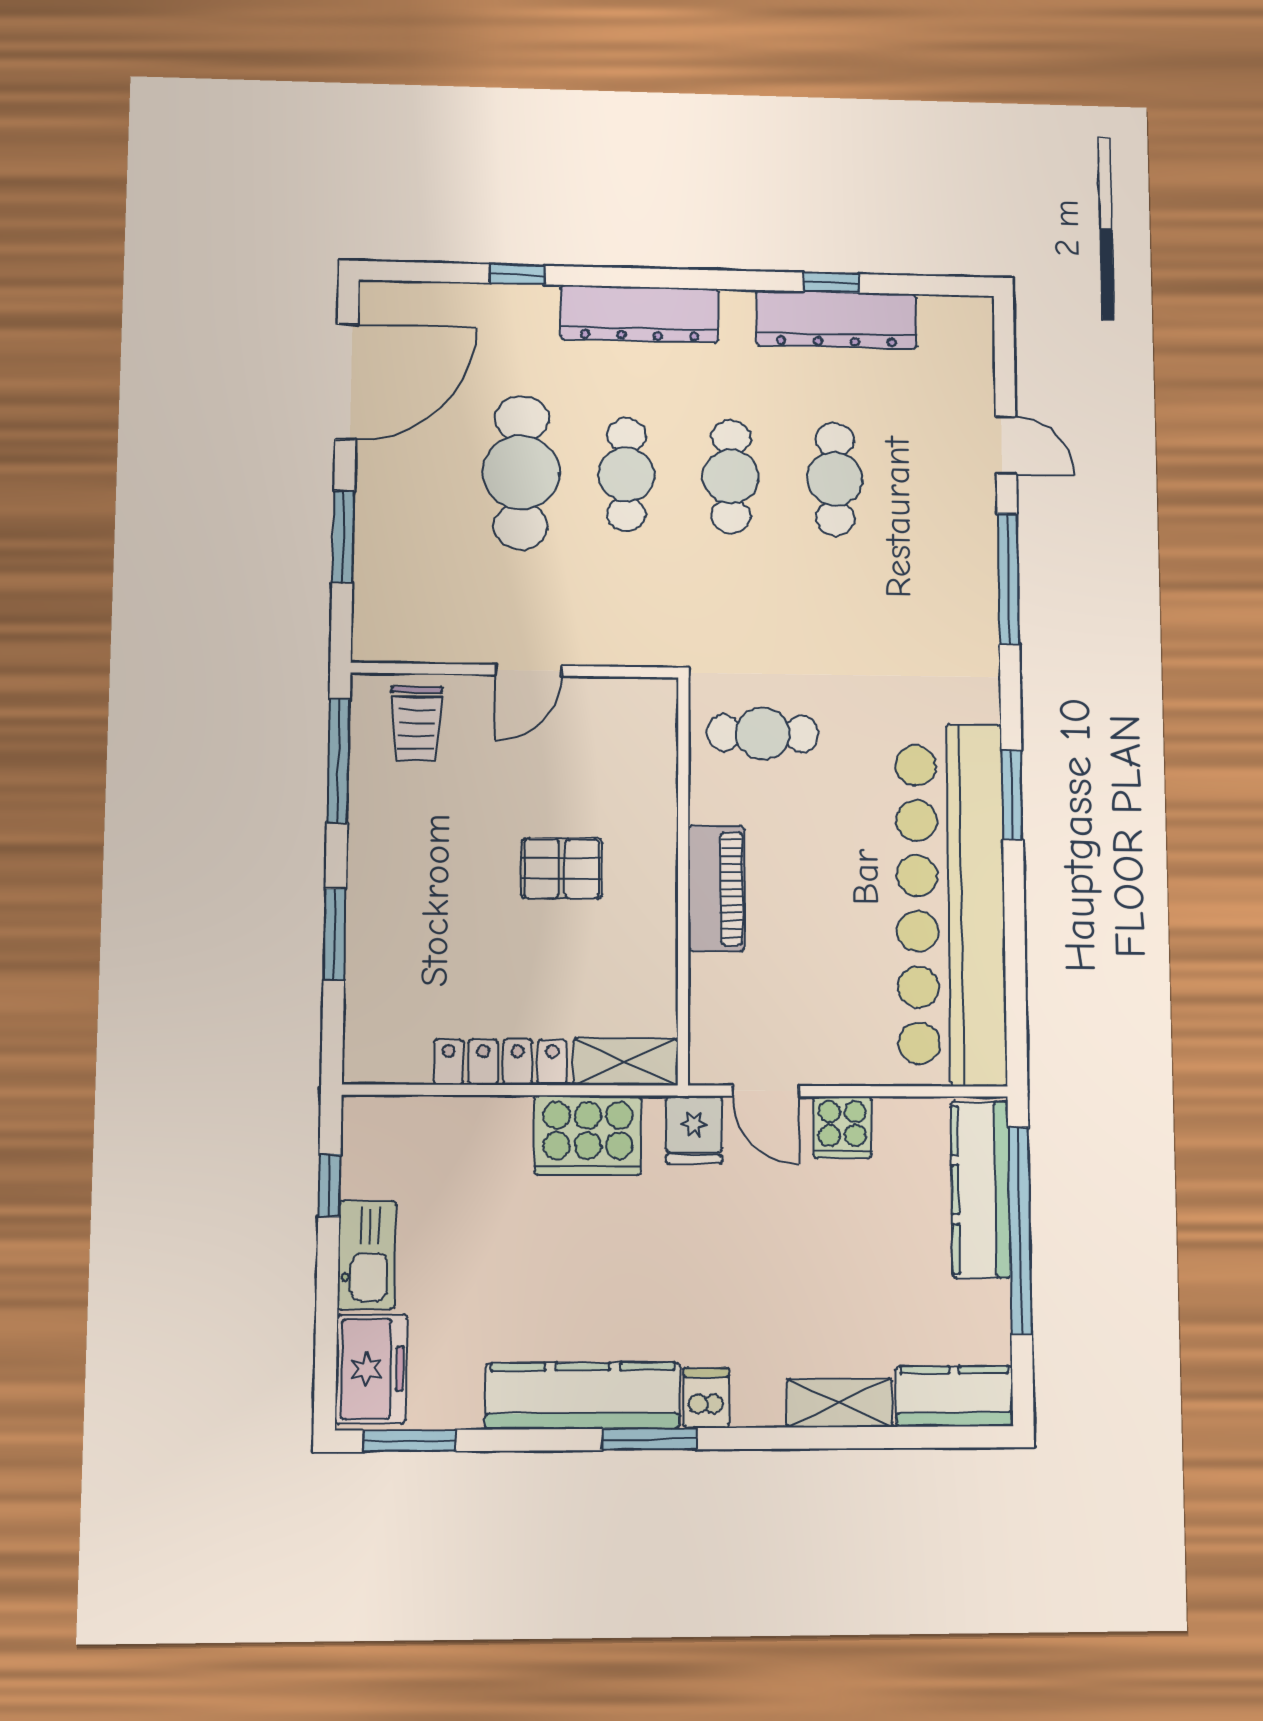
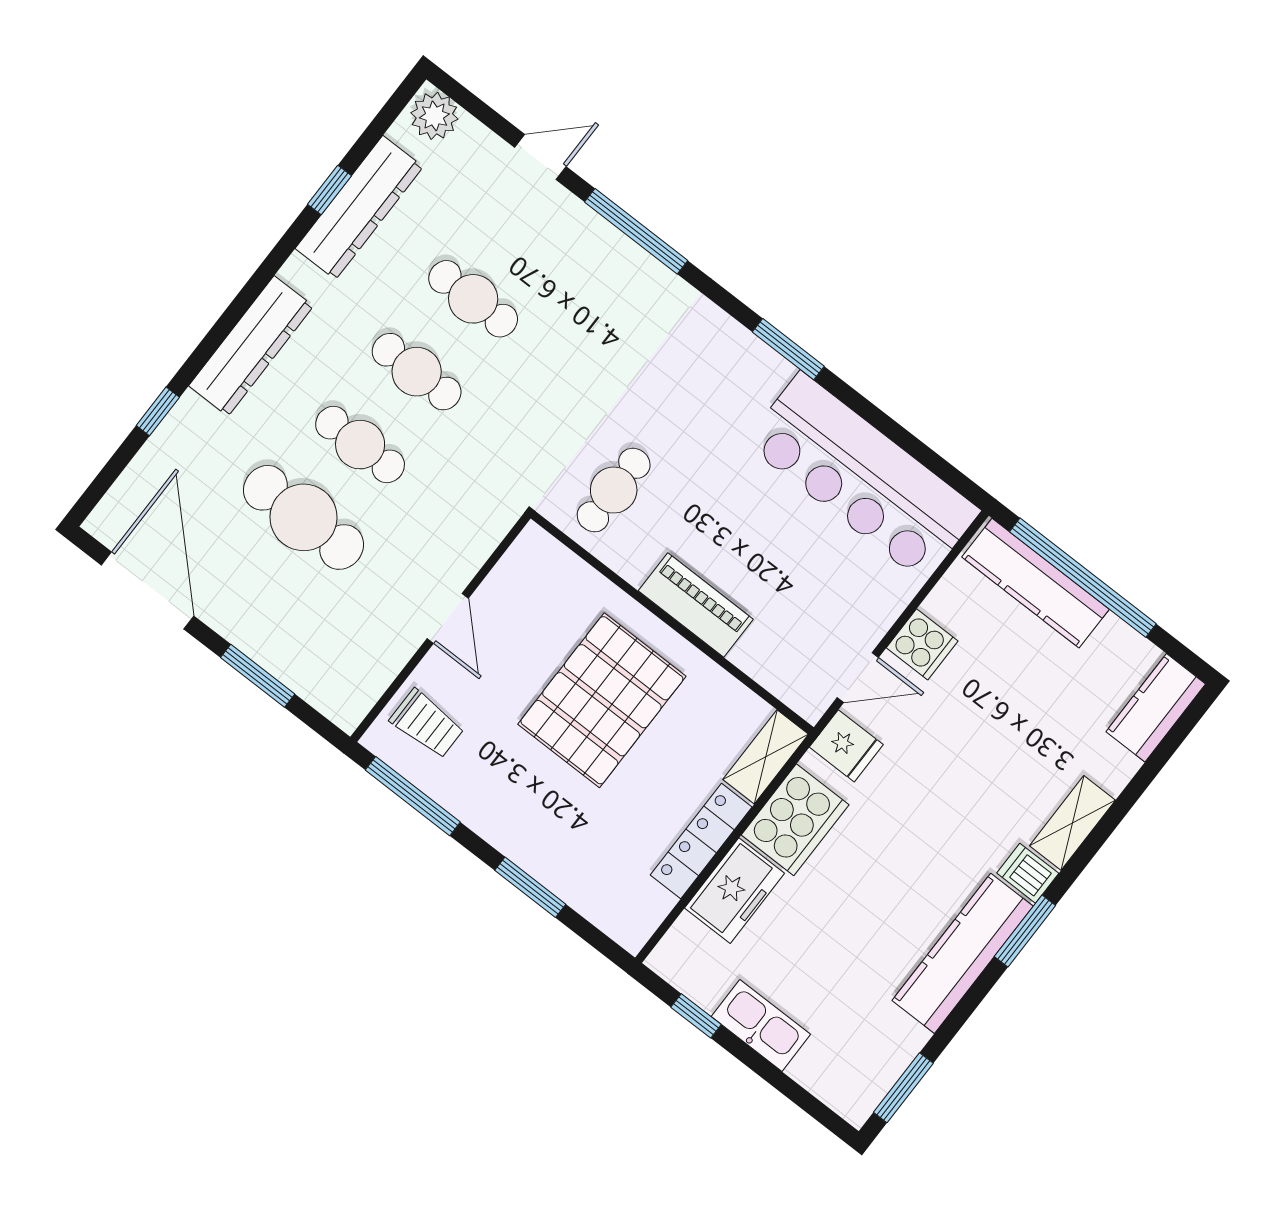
plant: (968, 326) -> (434, 116), added
pallet: (562, 868) -> (602, 700), width x2.05, depth x2.00
bar counter: (951, 904) -> (862, 477), width x0.73
freezer: (371, 1369) -> (735, 891), moved, turned 90
shelving: (839, 1403) -> (1072, 823), moved

